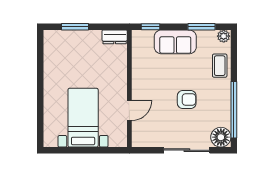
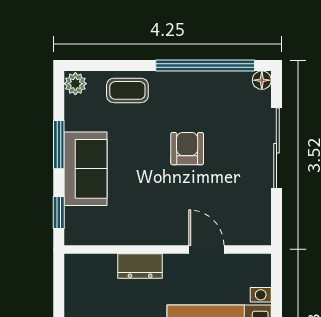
window: (201, 27) -> (59, 145), moved
dresser: (115, 37) -> (140, 266), moved, turned 90
floor lamp: (221, 137) -> (262, 80), width x0.53, depth x0.53

